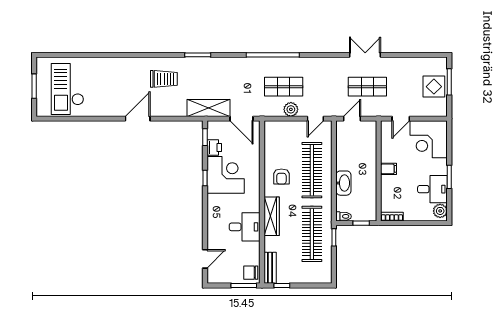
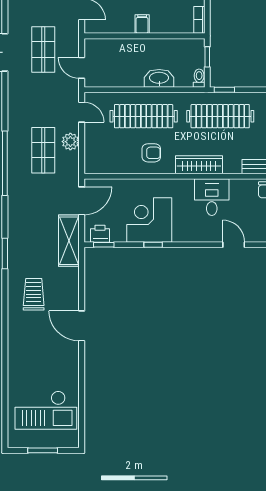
printer: (214, 147) -> (100, 234), moved
door: (205, 259) -> (234, 245), moved

